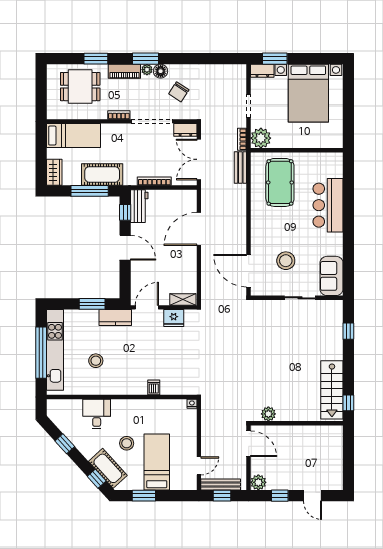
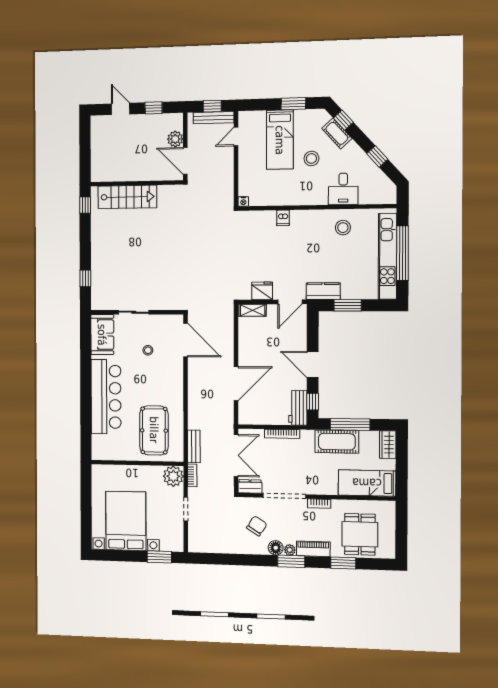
dresser: (262, 71) -> (172, 545), removed
dining table: (80, 87) -> (360, 534), turned 90
bar counter: (328, 205) -> (106, 397), width x1.36
stool: (286, 261) -> (148, 350), width x0.53, depth x0.53
stool: (96, 361) -> (343, 228), moved
stairs: (332, 390) -> (127, 197), moved, turned 90
plant: (268, 414) -> (165, 192), removed
cot: (108, 468) -> (337, 133), width x0.73, depth x0.75
plant: (258, 482) -> (175, 139), moved

